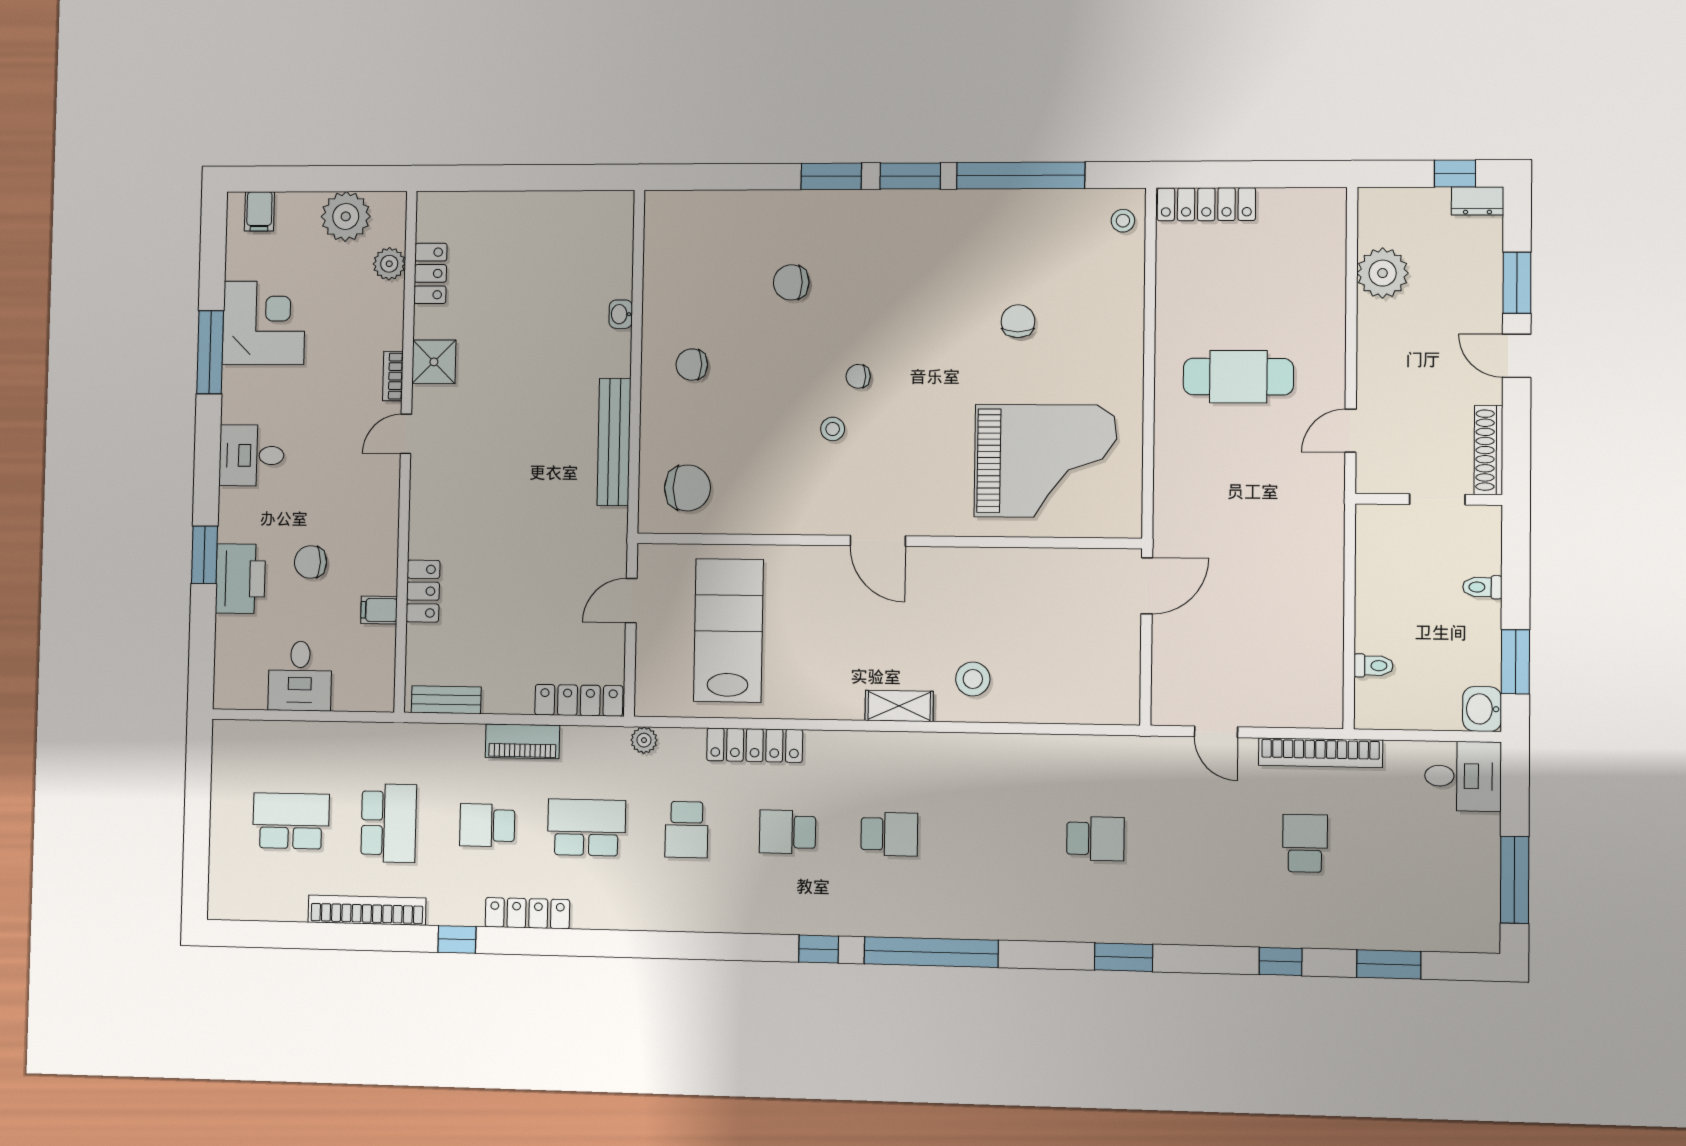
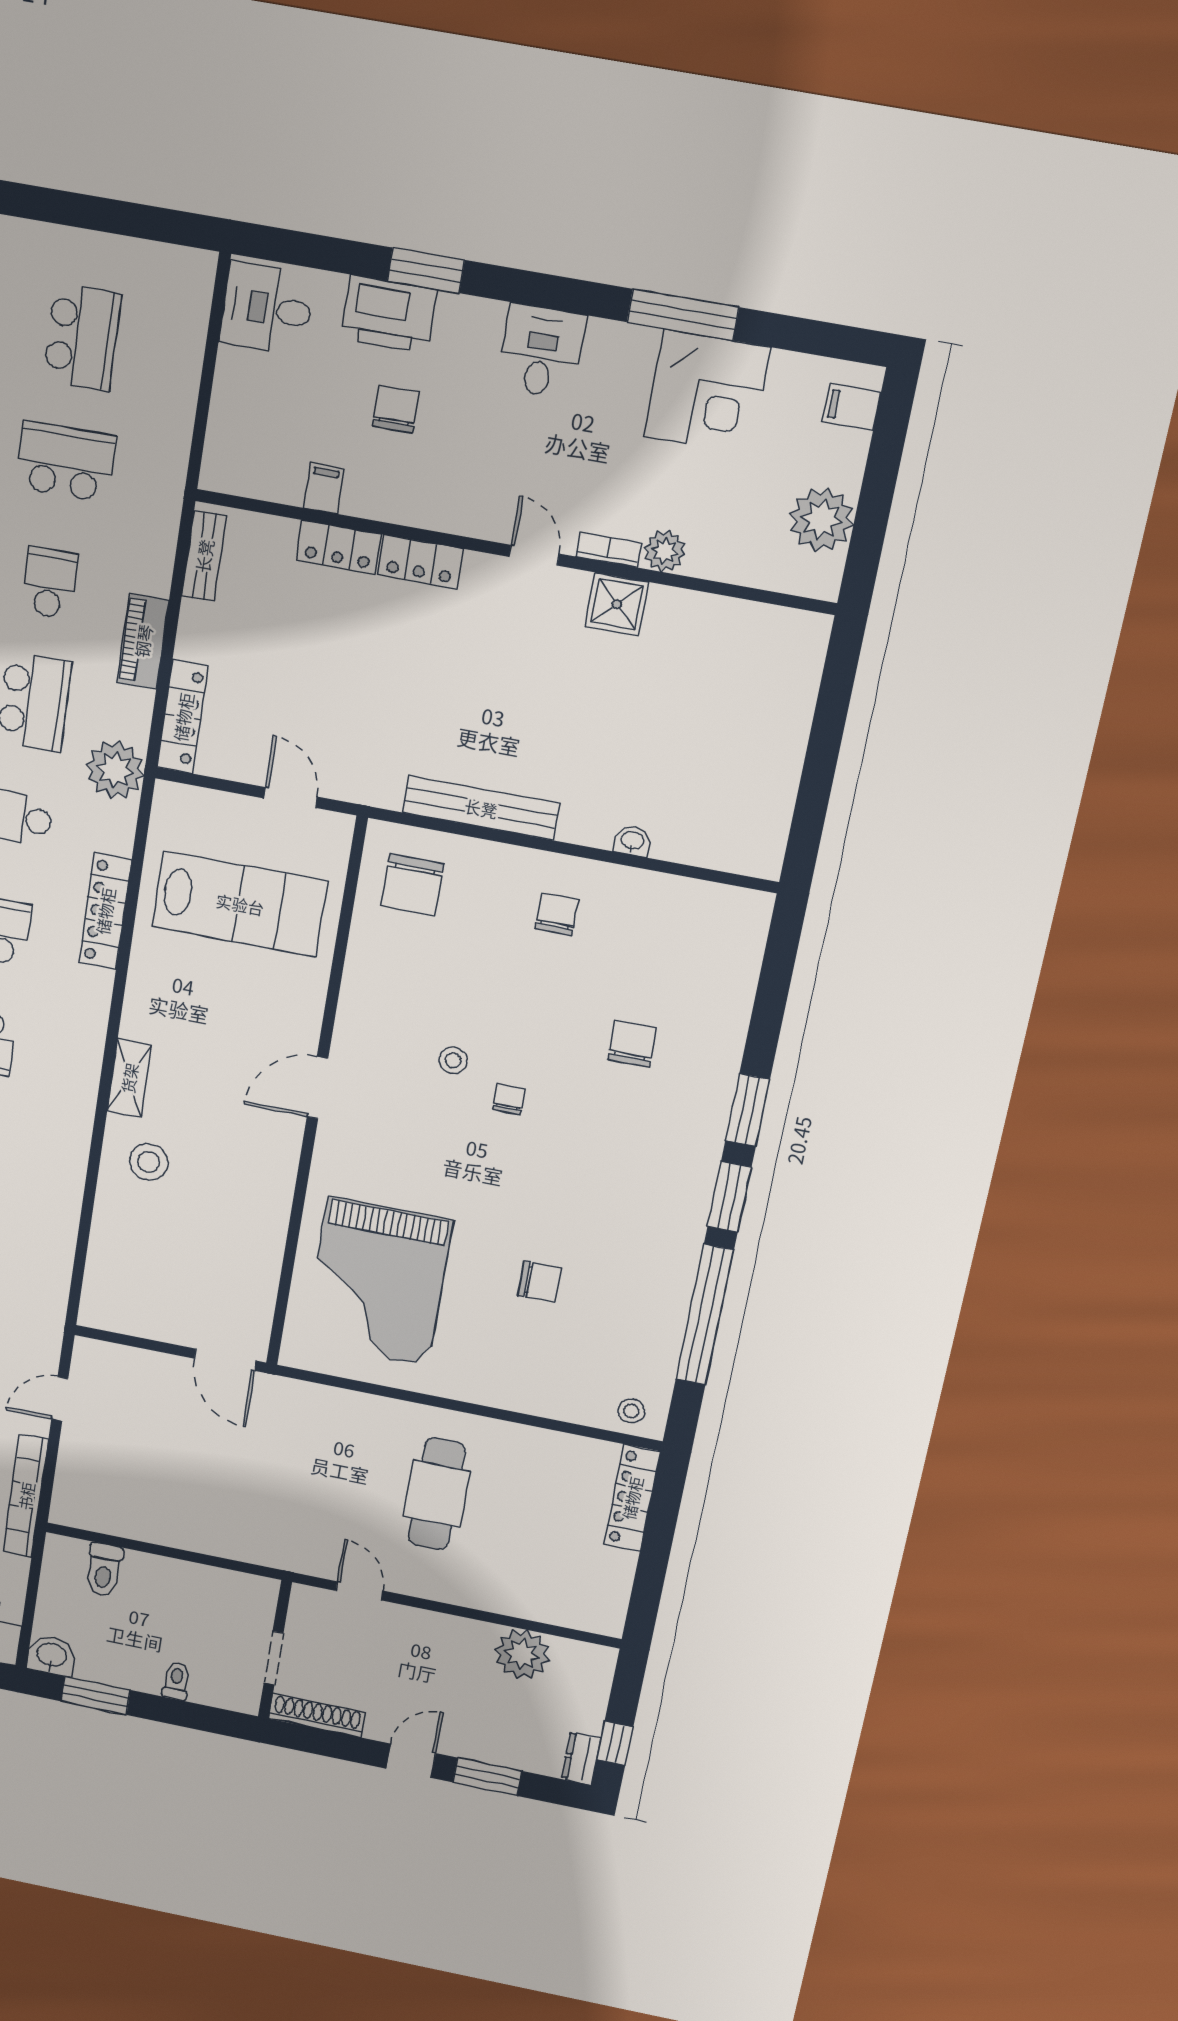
plant: (389, 264) -> (665, 551), moved
locker: (430, 273) -> (420, 562), moved
toilet: (1373, 666) -> (104, 1570), width x1.37, depth x1.39
desk: (300, 676) -> (267, 308), moved
plant: (644, 740) -> (115, 770), width x1.88, depth x1.88
school desk: (389, 823) -> (66, 462), turned 180

